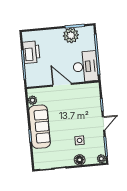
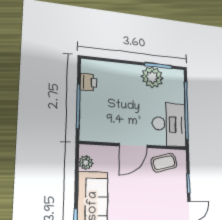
printer: (31, 52) -> (88, 82), width x0.53, depth x0.68
door: (62, 85) -> (133, 146), swing flipped
coffee table: (84, 93) -> (164, 163), added

